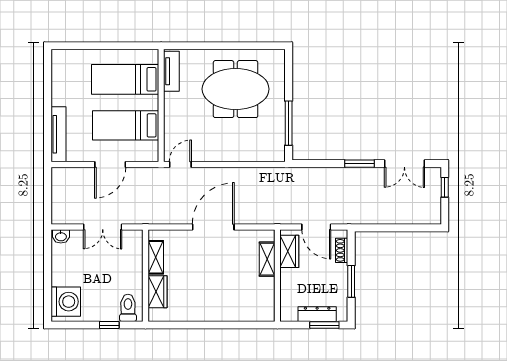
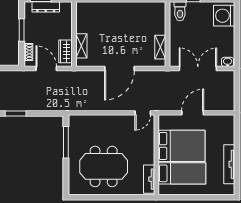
bed: (126, 125) -> (182, 146), width x1.50
tv unit: (58, 134) -> (229, 164), moved
double door: (103, 227) -> (198, 69), width x1.37
wardrobe: (158, 292) -> (159, 23), removed

